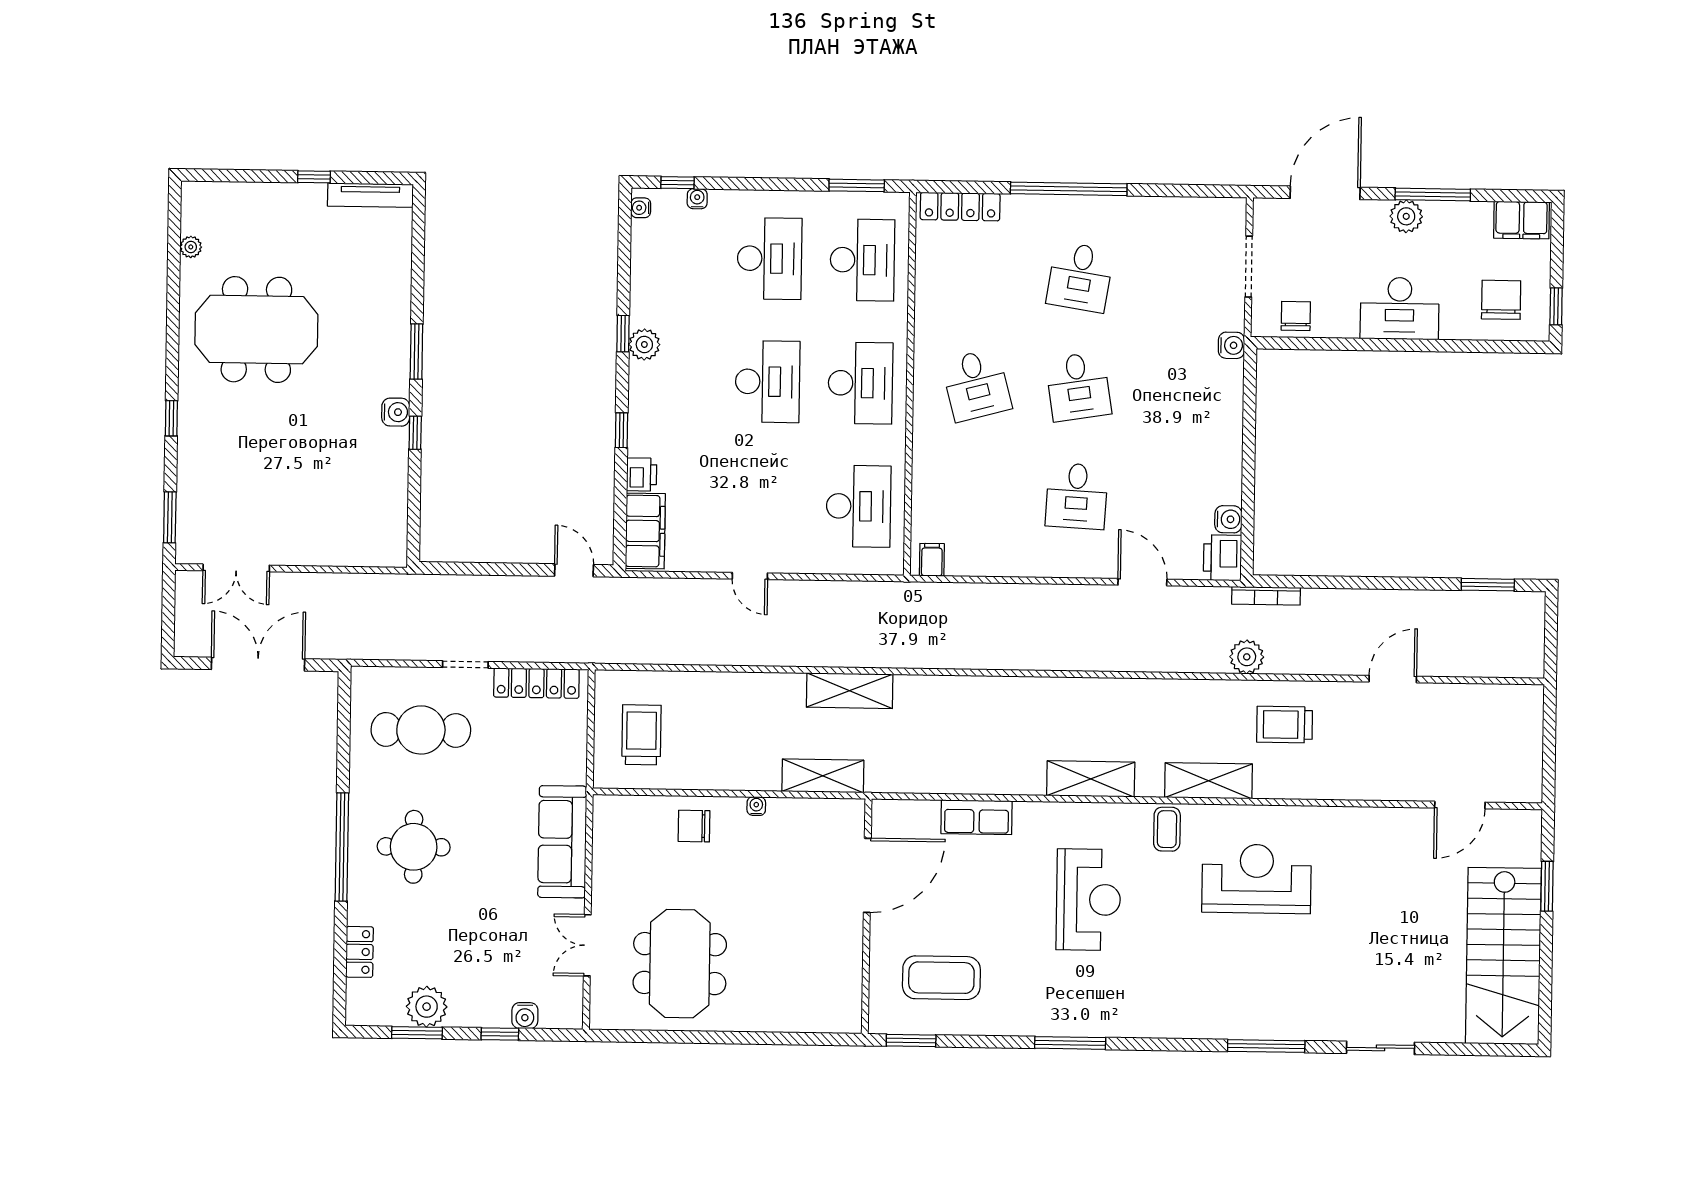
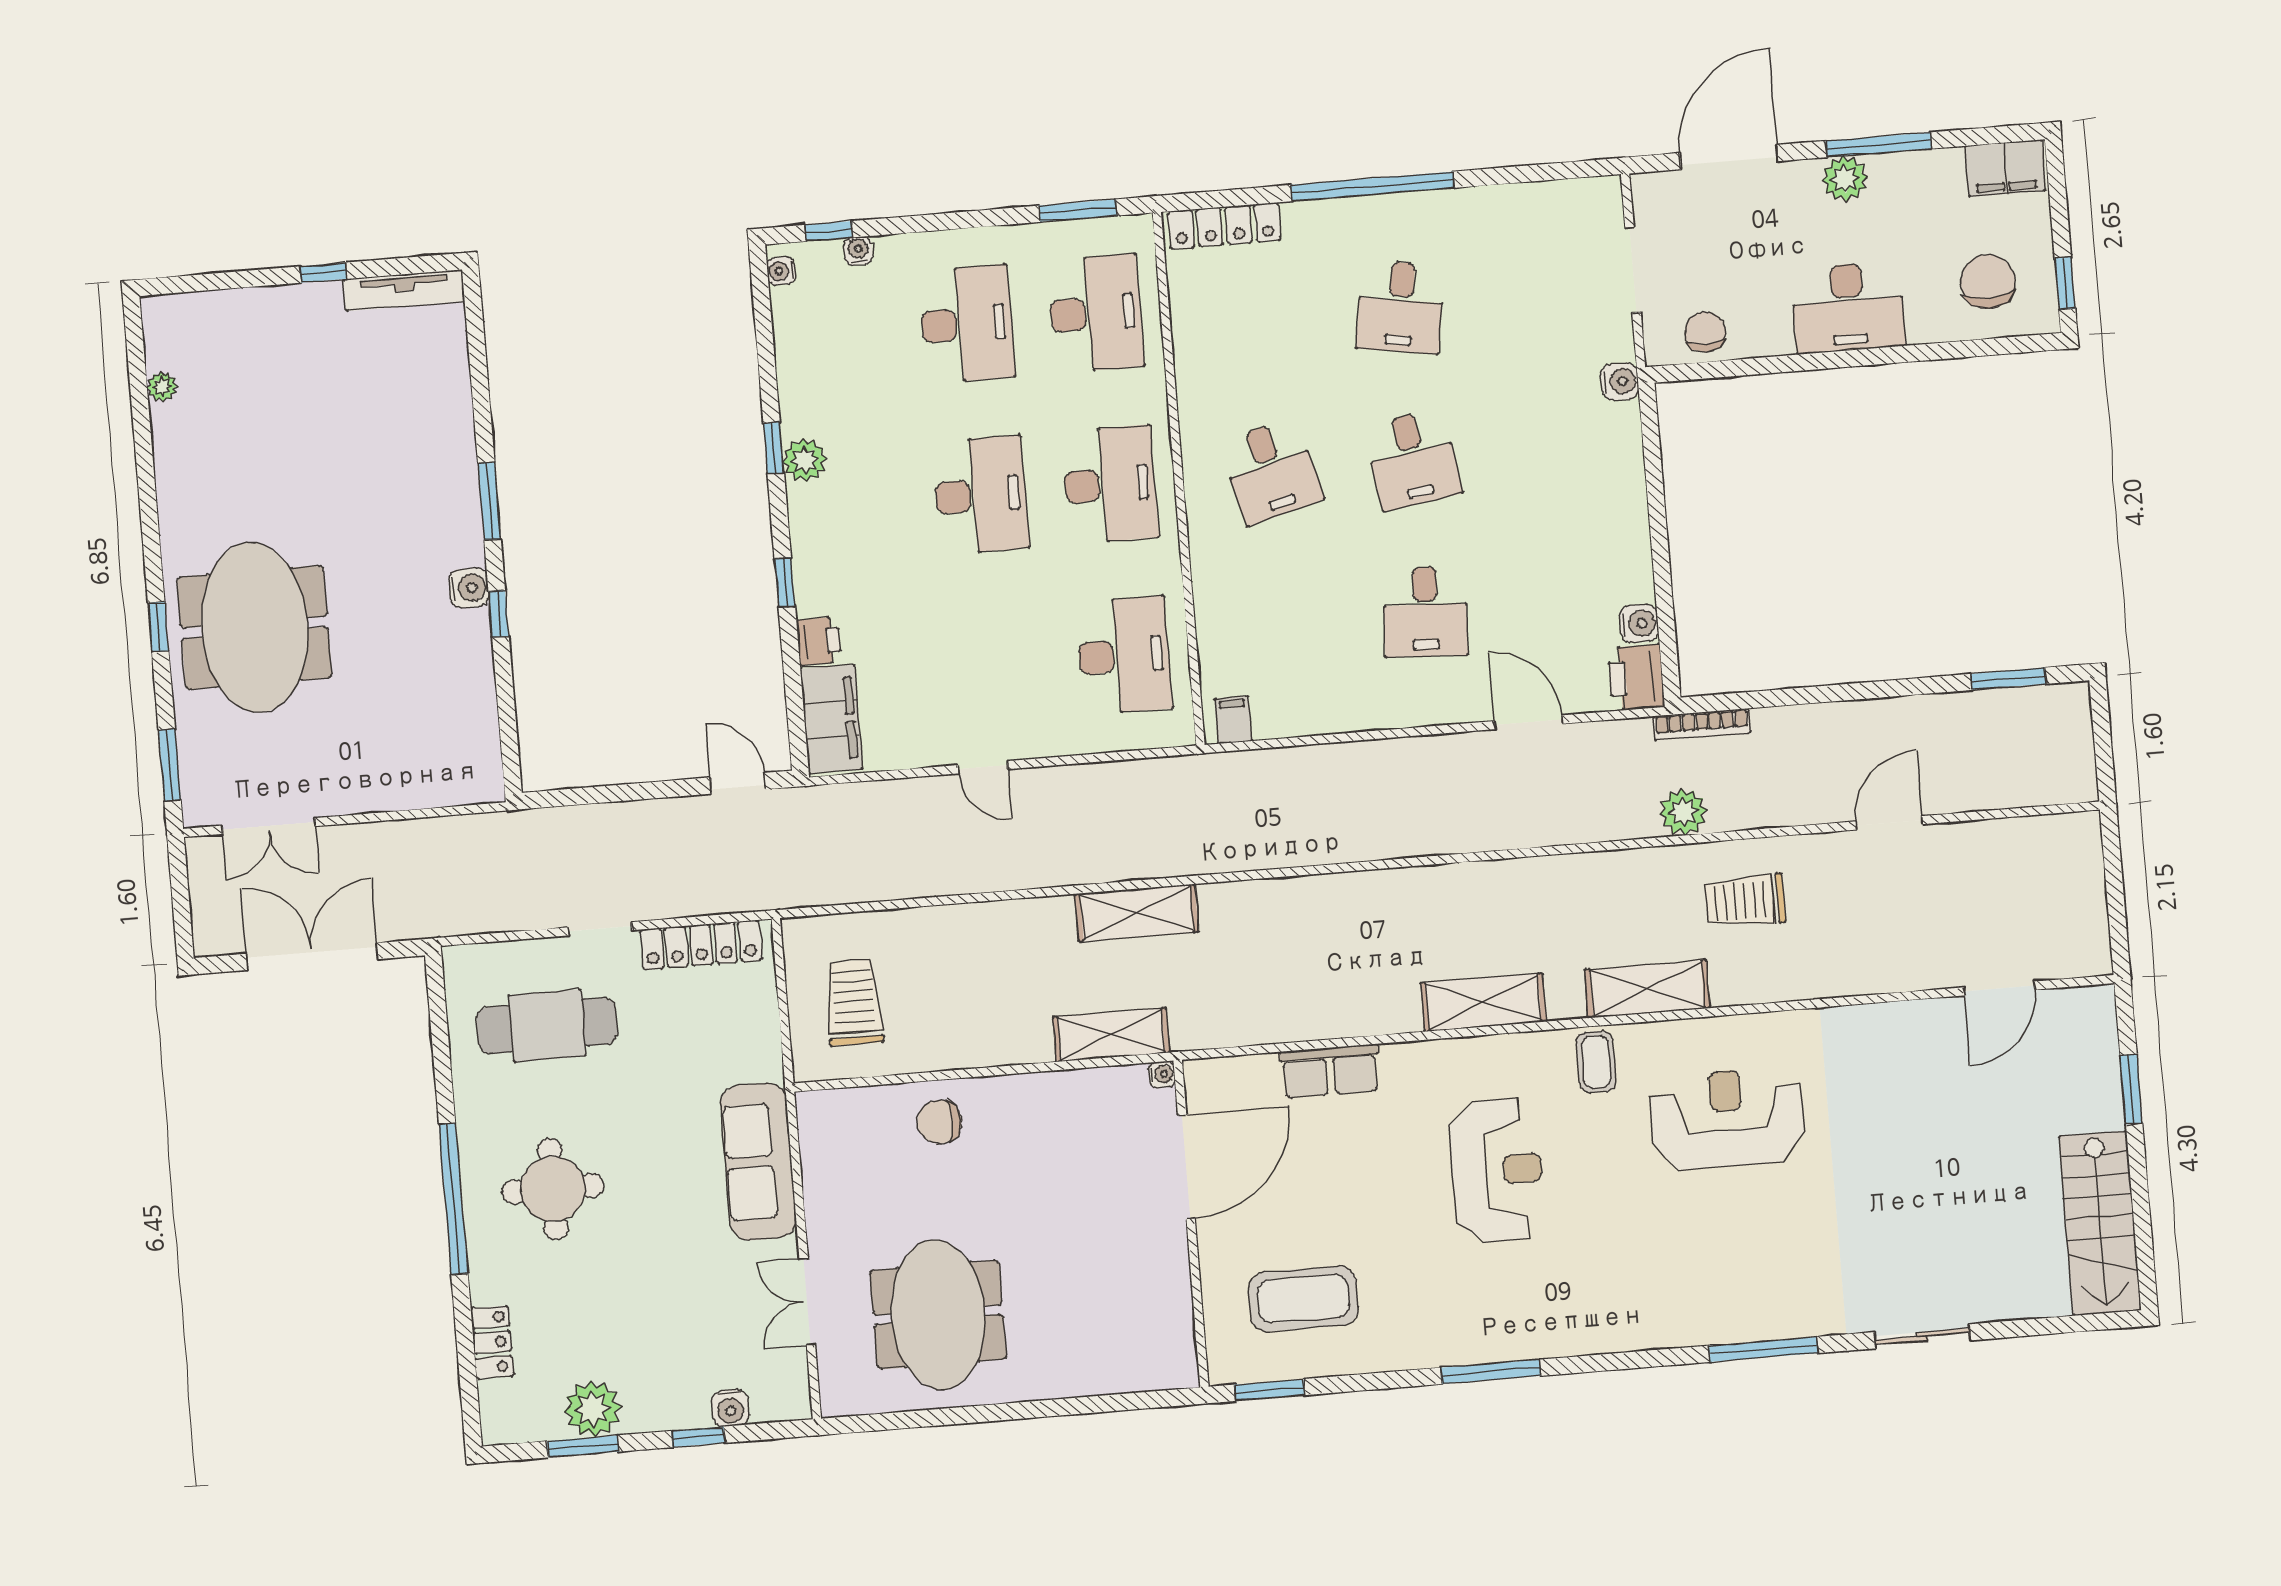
meeting table: (256, 330) -> (255, 627), moved, turned 90
water cooler: (756, 806) -> (1162, 1074), moved, turned 90
stairs: (1503, 956) -> (2100, 1223), width x0.73, depth x0.66

